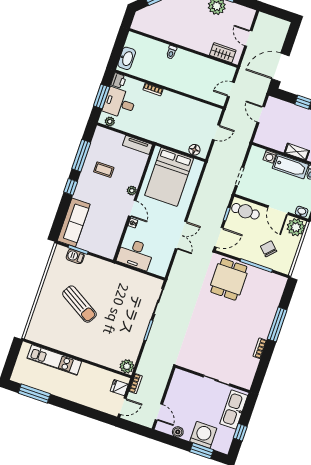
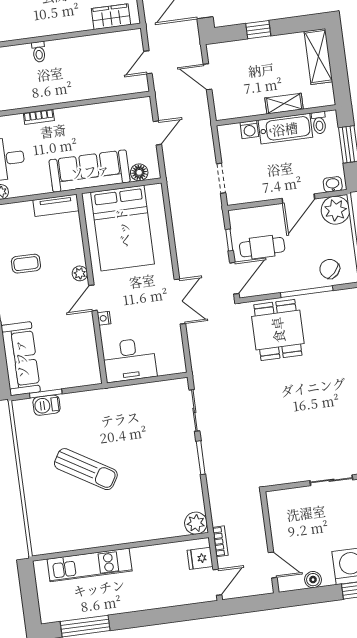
sofa: (166, 135) -> (90, 171), added
door: (132, 208) -> (93, 298), swing flipped
door: (278, 210) -> (298, 199), hinge flipped
cafe table: (245, 211) -> (262, 247), moved
chair: (269, 249) -> (330, 269), moved

